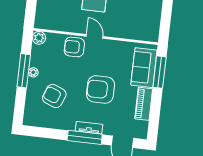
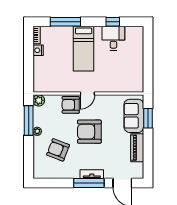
door: (95, 36) -> (87, 94), swing flipped
window: (24, 71) -> (29, 120), moved
window: (160, 72) -> (148, 118), width x0.69
armchair: (101, 89) -> (89, 132), moved

